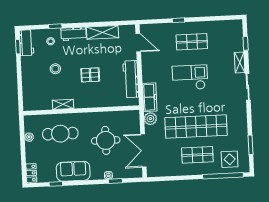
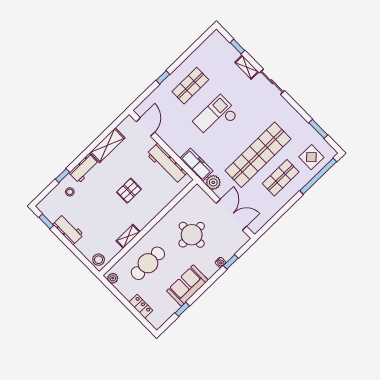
workbench: (27, 43) -> (68, 229), moved
door: (138, 43) -> (145, 127), hinge flipped
stool: (55, 69) -> (99, 260), moved
plant: (29, 137) -> (113, 278), moved
double door: (143, 151) -> (231, 215), swing flipped
locker: (31, 173) -> (141, 306), moved

